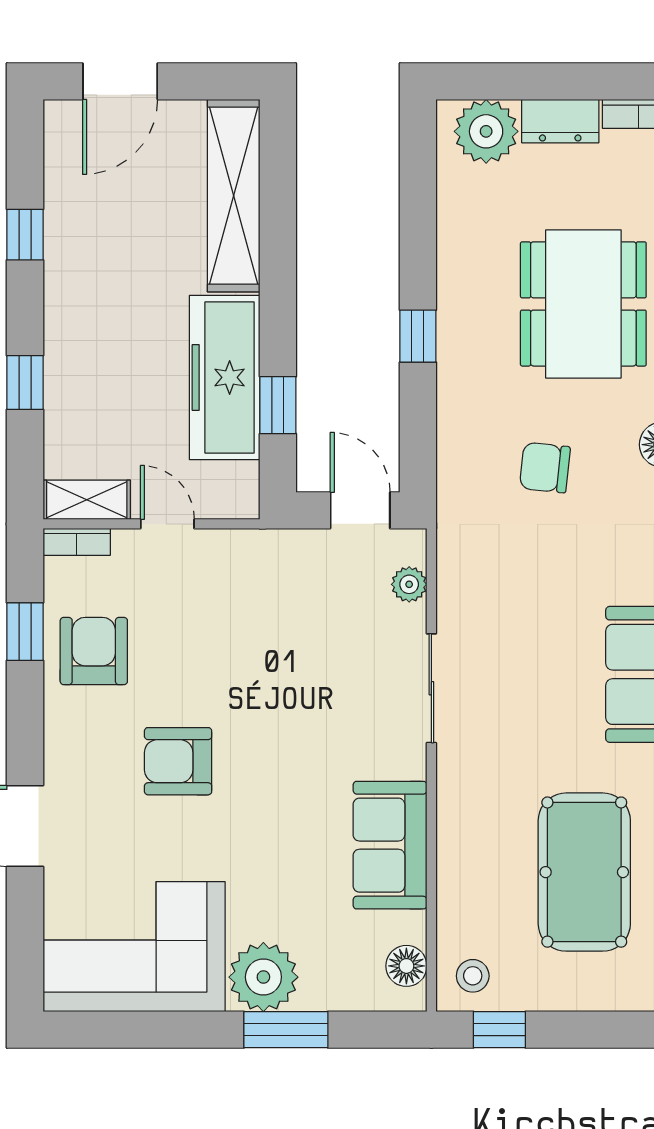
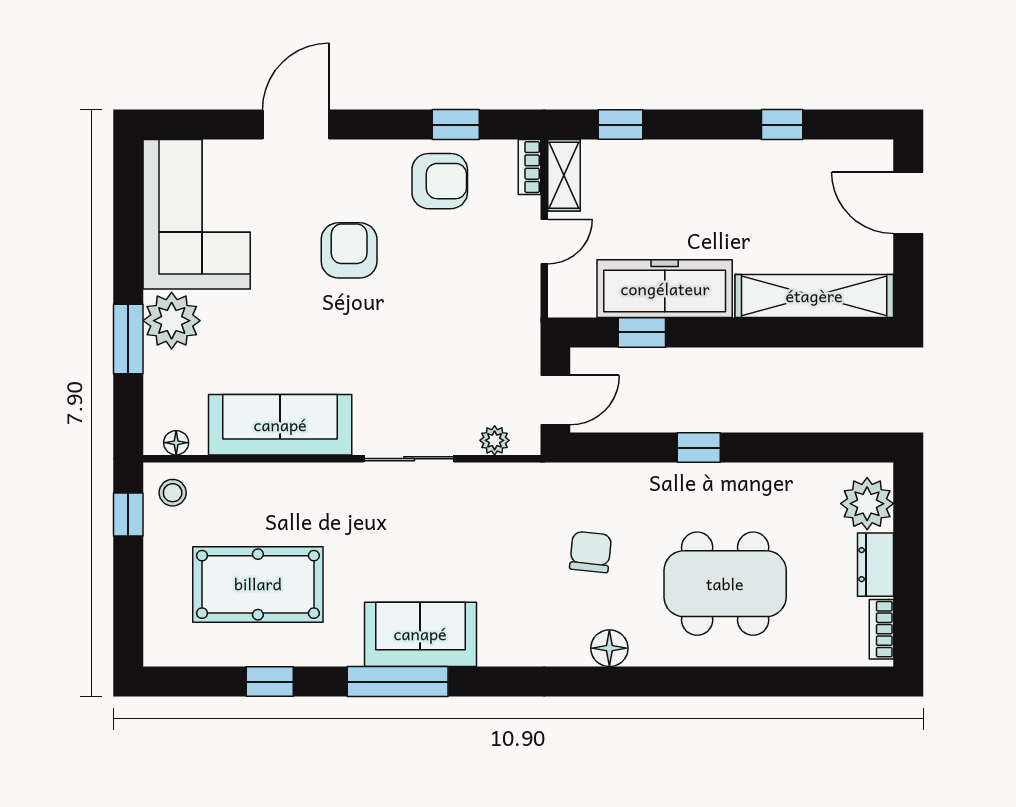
window: (25, 382) -> (620, 125), moved
sofa: (390, 845) -> (280, 425), width x1.36
floor lamp: (406, 966) -> (176, 443), width x0.73, depth x0.73

